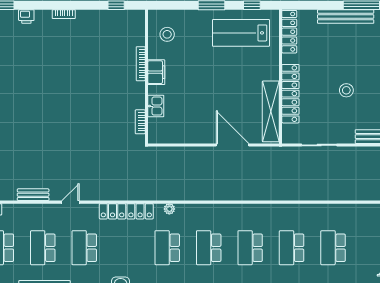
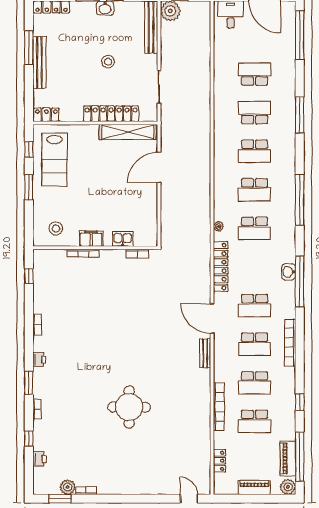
locker: (289, 32) -> (46, 115), width x0.66
door: (71, 202) -> (212, 318), width x1.87
school desk: (292, 248) -> (255, 113), turned 180
school desk: (333, 248) -> (255, 74), turned 180

